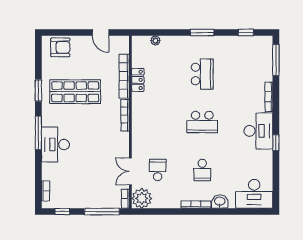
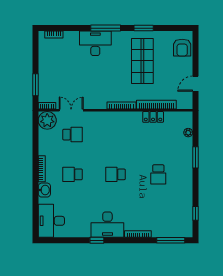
window: (202, 32) -> (195, 157), moved
school desk: (202, 74) -> (158, 174), width x0.54
school desk: (202, 122) -> (115, 174), width x0.54
window: (62, 212) -> (35, 49), removed
window: (102, 212) -> (35, 85), width x0.69

